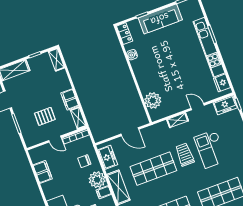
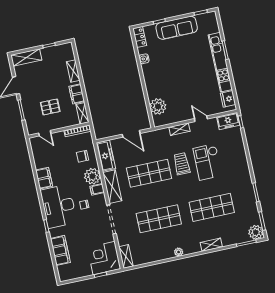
shelving: (56, 60) -> (73, 71), moved
door: (55, 139) -> (45, 133), moved
freezer: (108, 157) -> (106, 156), width x1.40
filing cabinet: (43, 172) -> (44, 178), moved

